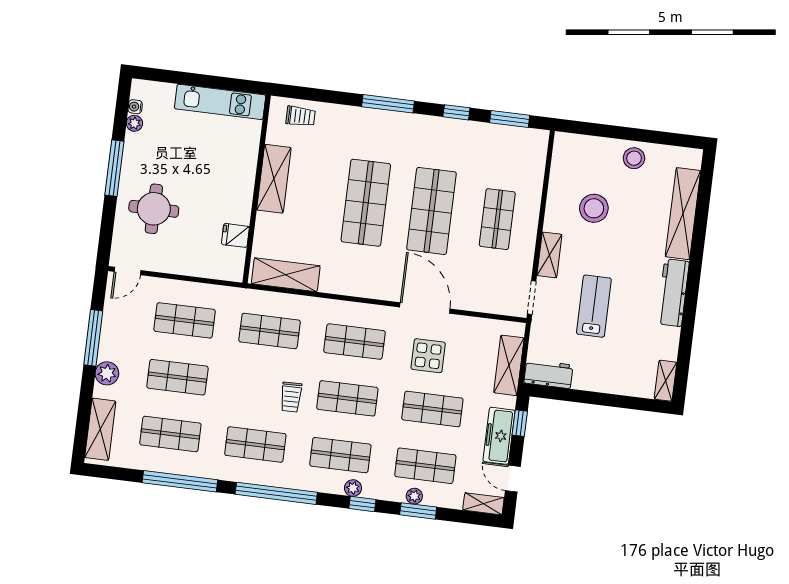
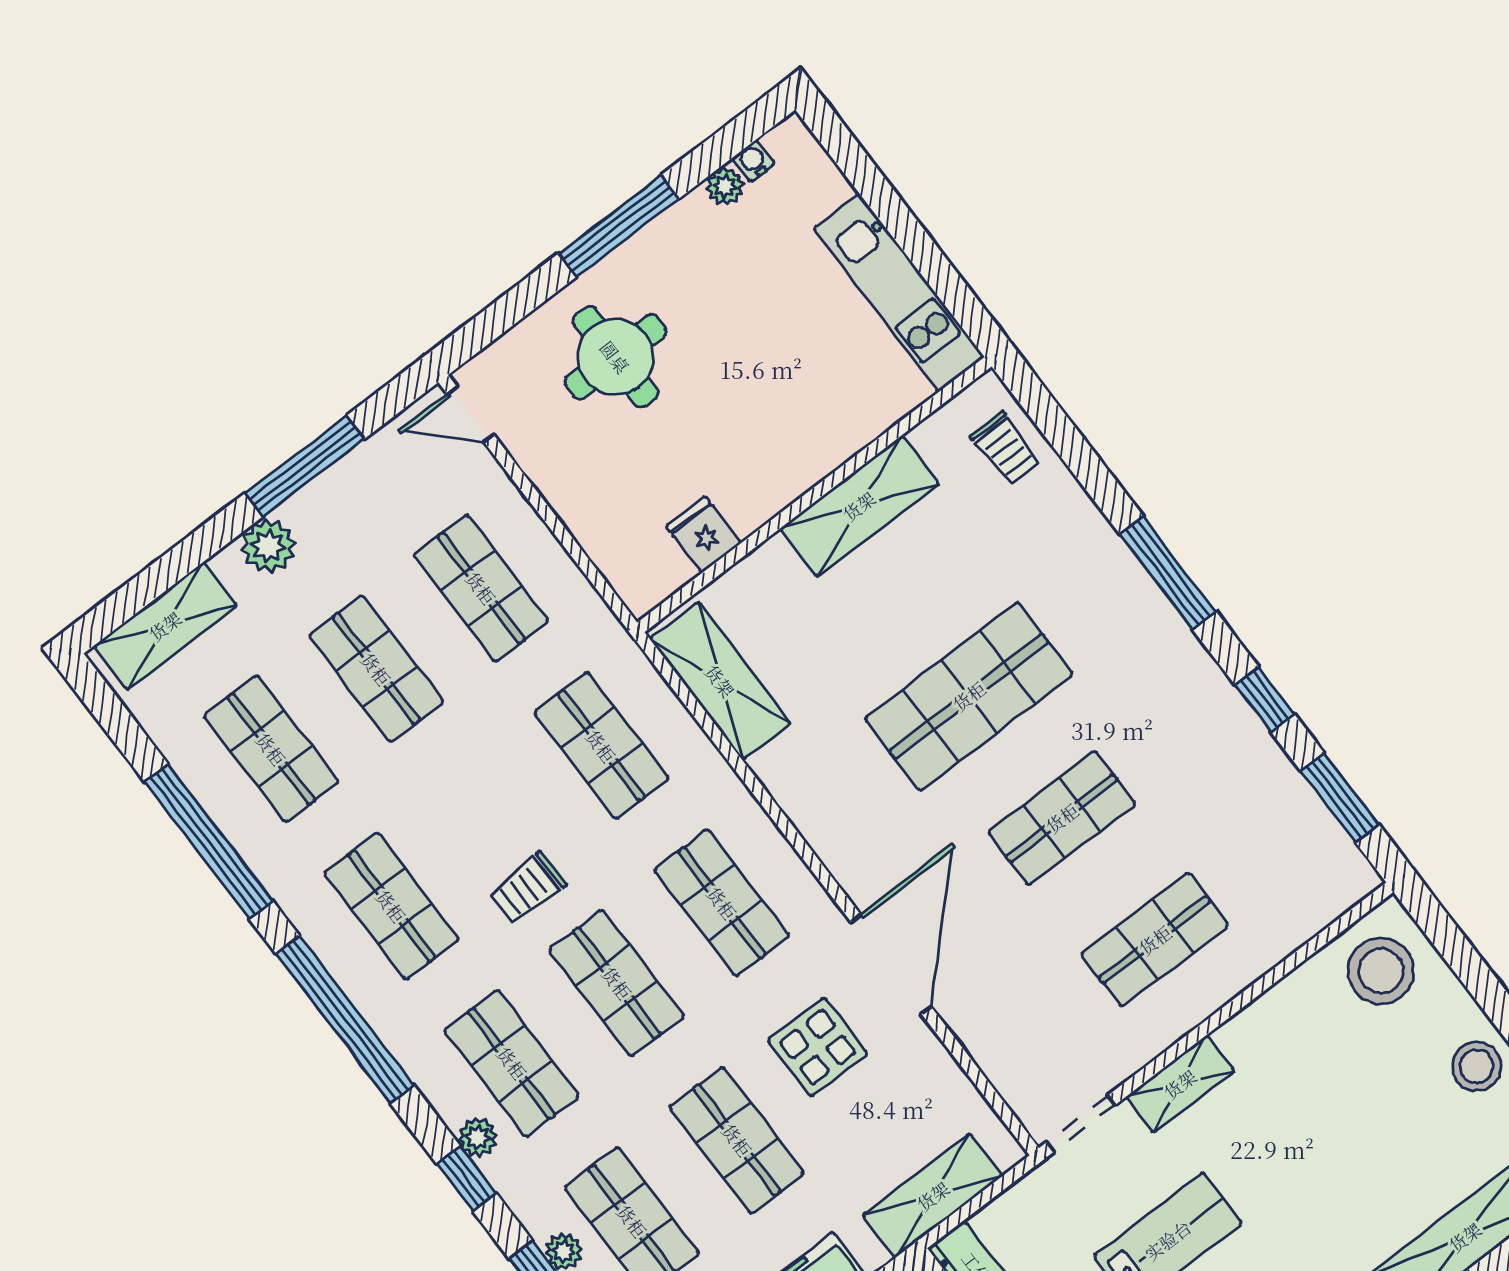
stool: (594, 208) -> (1381, 971), moved
shop shelf: (432, 211) -> (1062, 818), width x0.70, depth x0.74

